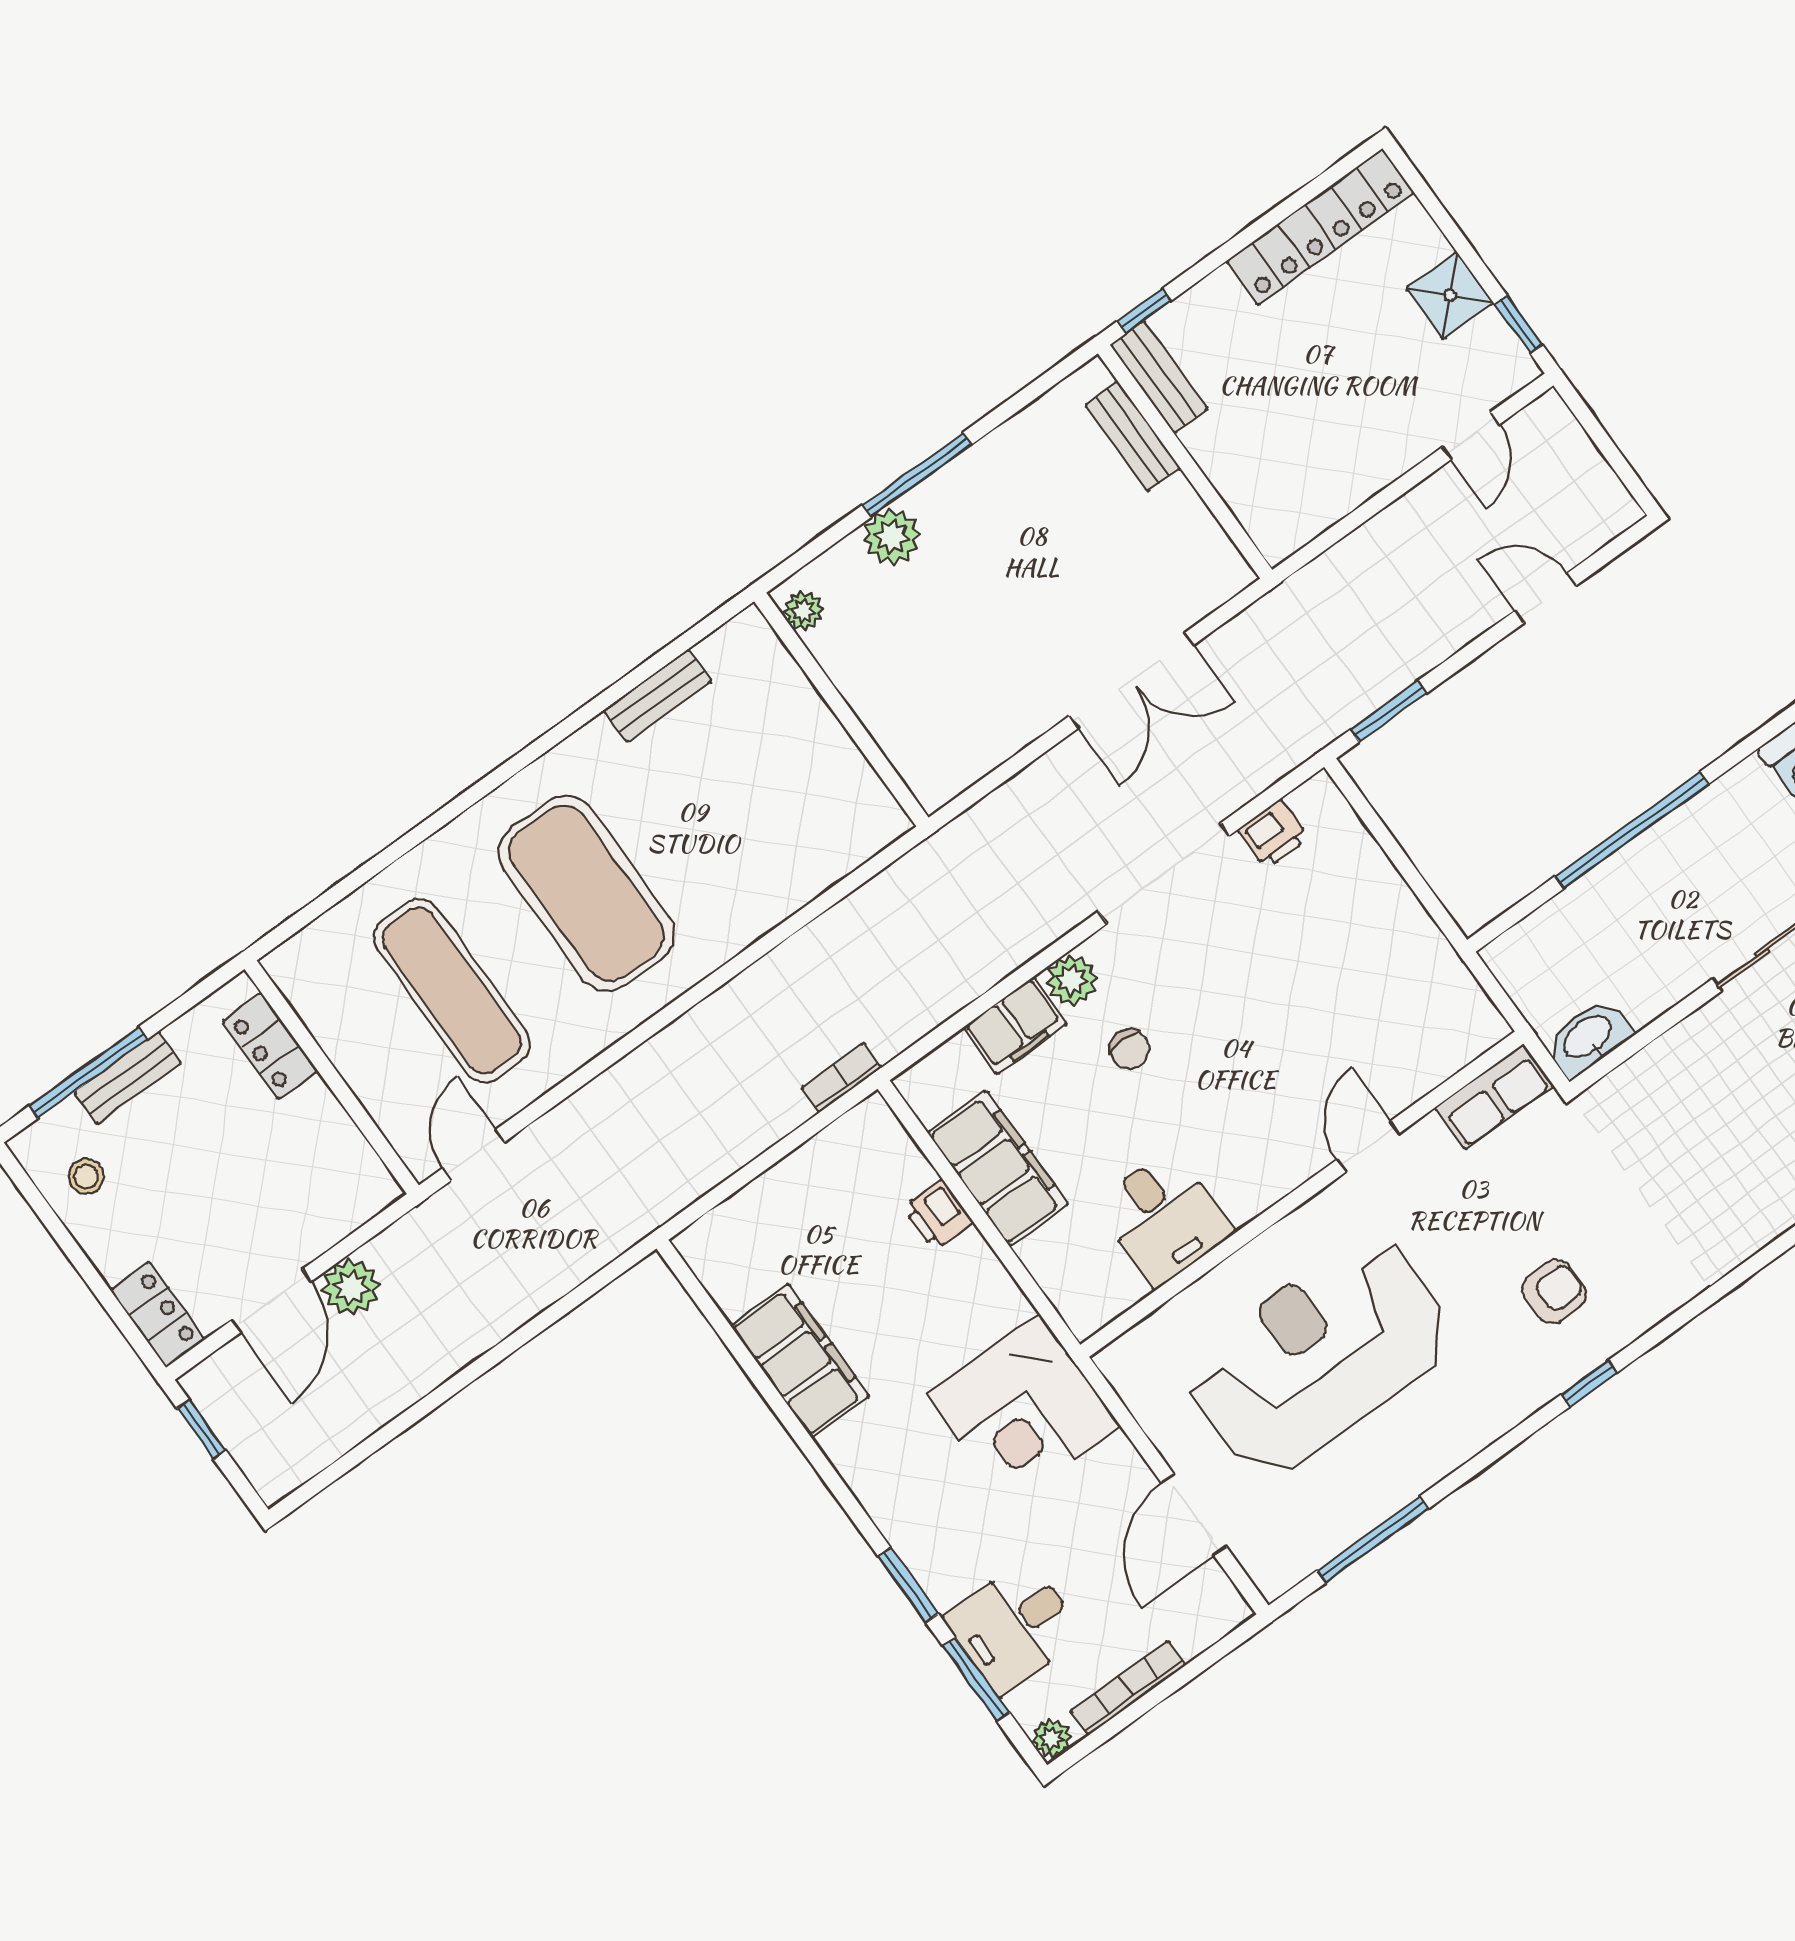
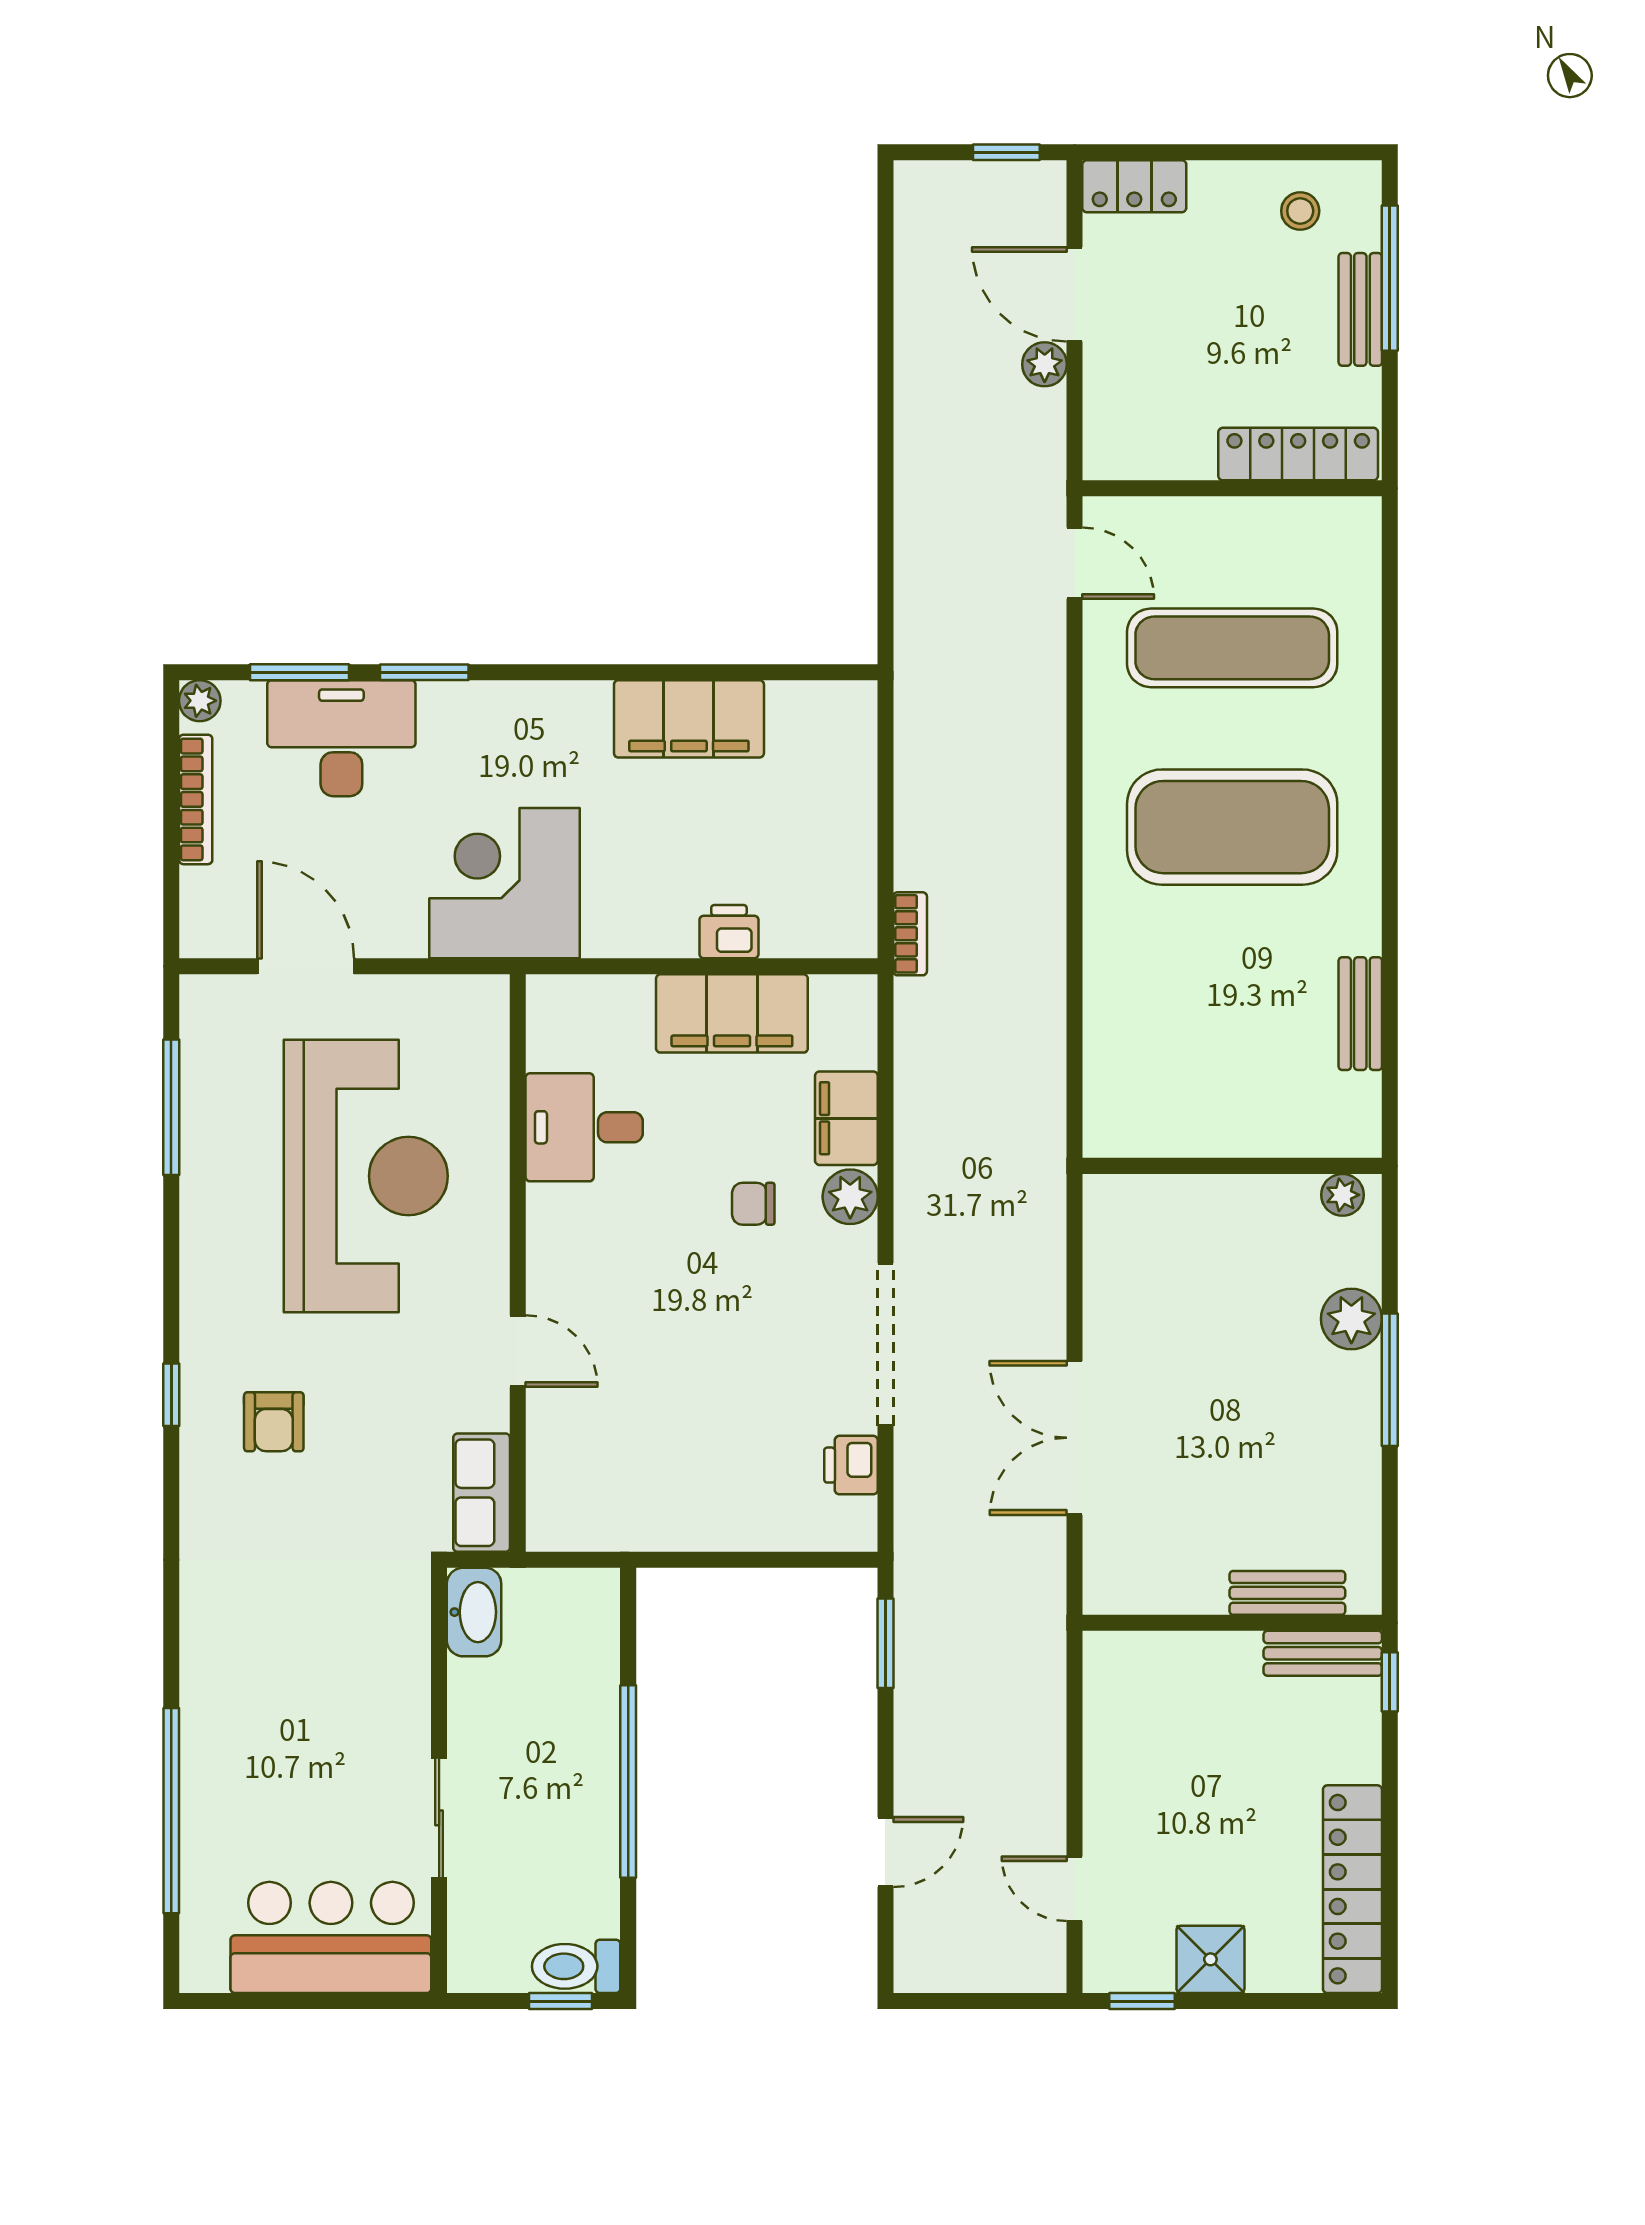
locker: (270, 1046) -> (1298, 454), width x1.53
plant: (351, 1287) -> (1045, 364), width x0.73, depth x0.73
desk: (1014, 1627) -> (341, 738), width x1.37

